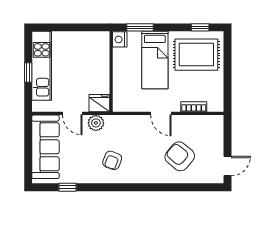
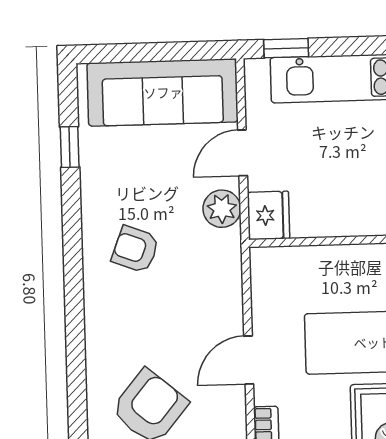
window: (28, 73) -> (286, 48), moved

